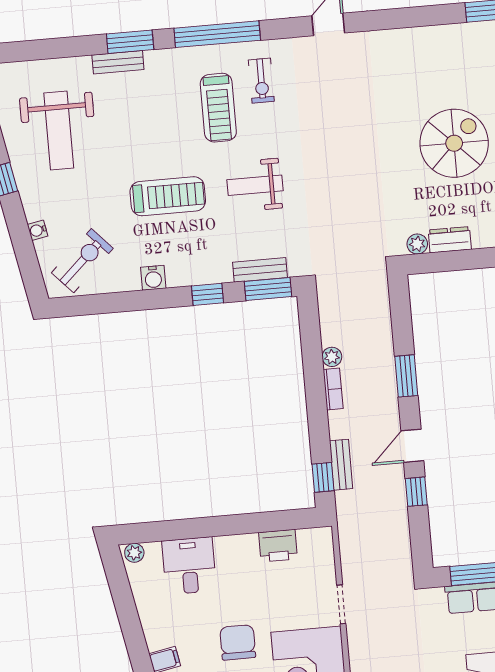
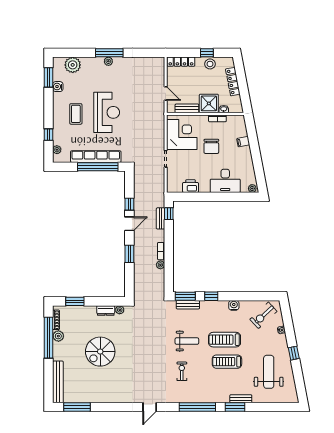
exercise bike: (261, 81) -> (182, 371), moved
treadmill: (218, 108) -> (227, 362), moved, turned -90
desk: (189, 566) -> (225, 181), width x1.37

